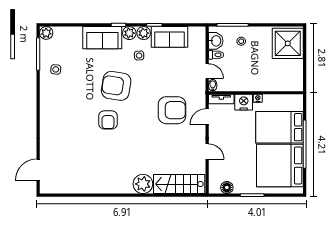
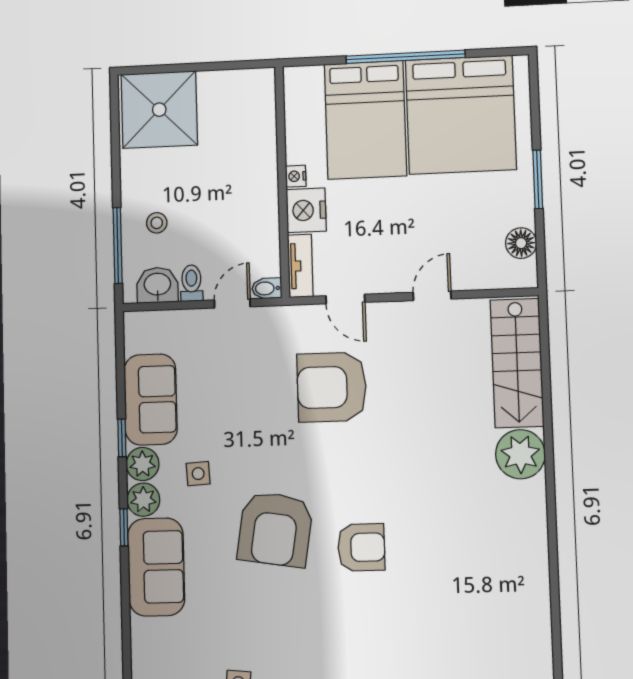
armchair: (172, 110) -> (332, 387), turned -90

